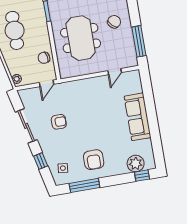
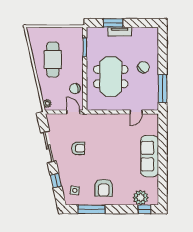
door: (47, 83) -> (73, 112), swing flipped

